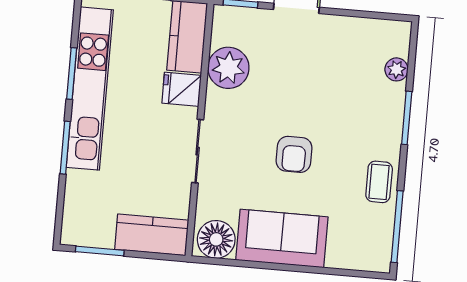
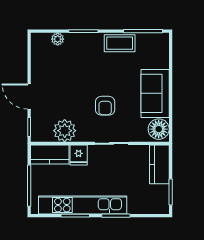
armchair: (294, 154) -> (105, 106), moved, turned 90
coffee table: (379, 182) -> (120, 43), width x1.36, depth x1.30

